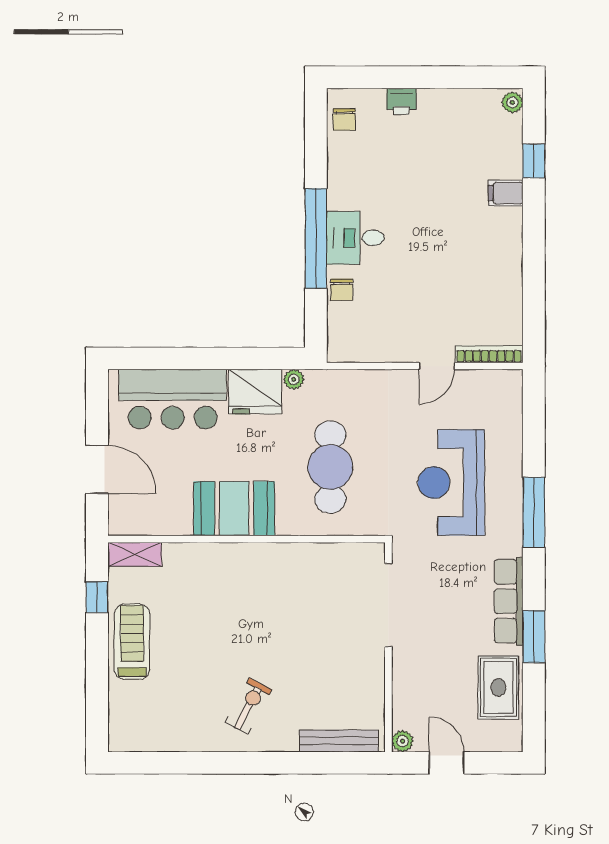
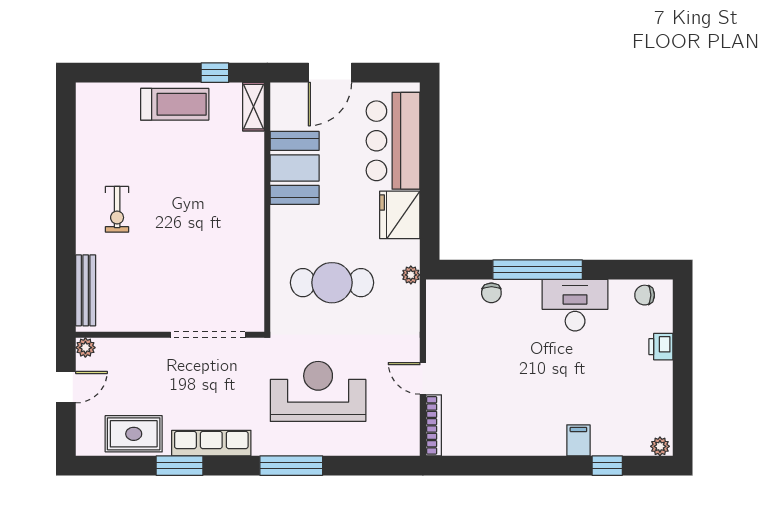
desk: (355, 238) -> (575, 305), moved, width x1.37
chair: (342, 290) -> (491, 293), turned -90
plant: (294, 379) -> (411, 275), moved
booth: (234, 509) -> (295, 168), moved
exercise bike: (249, 706) -> (117, 209), turned 62

